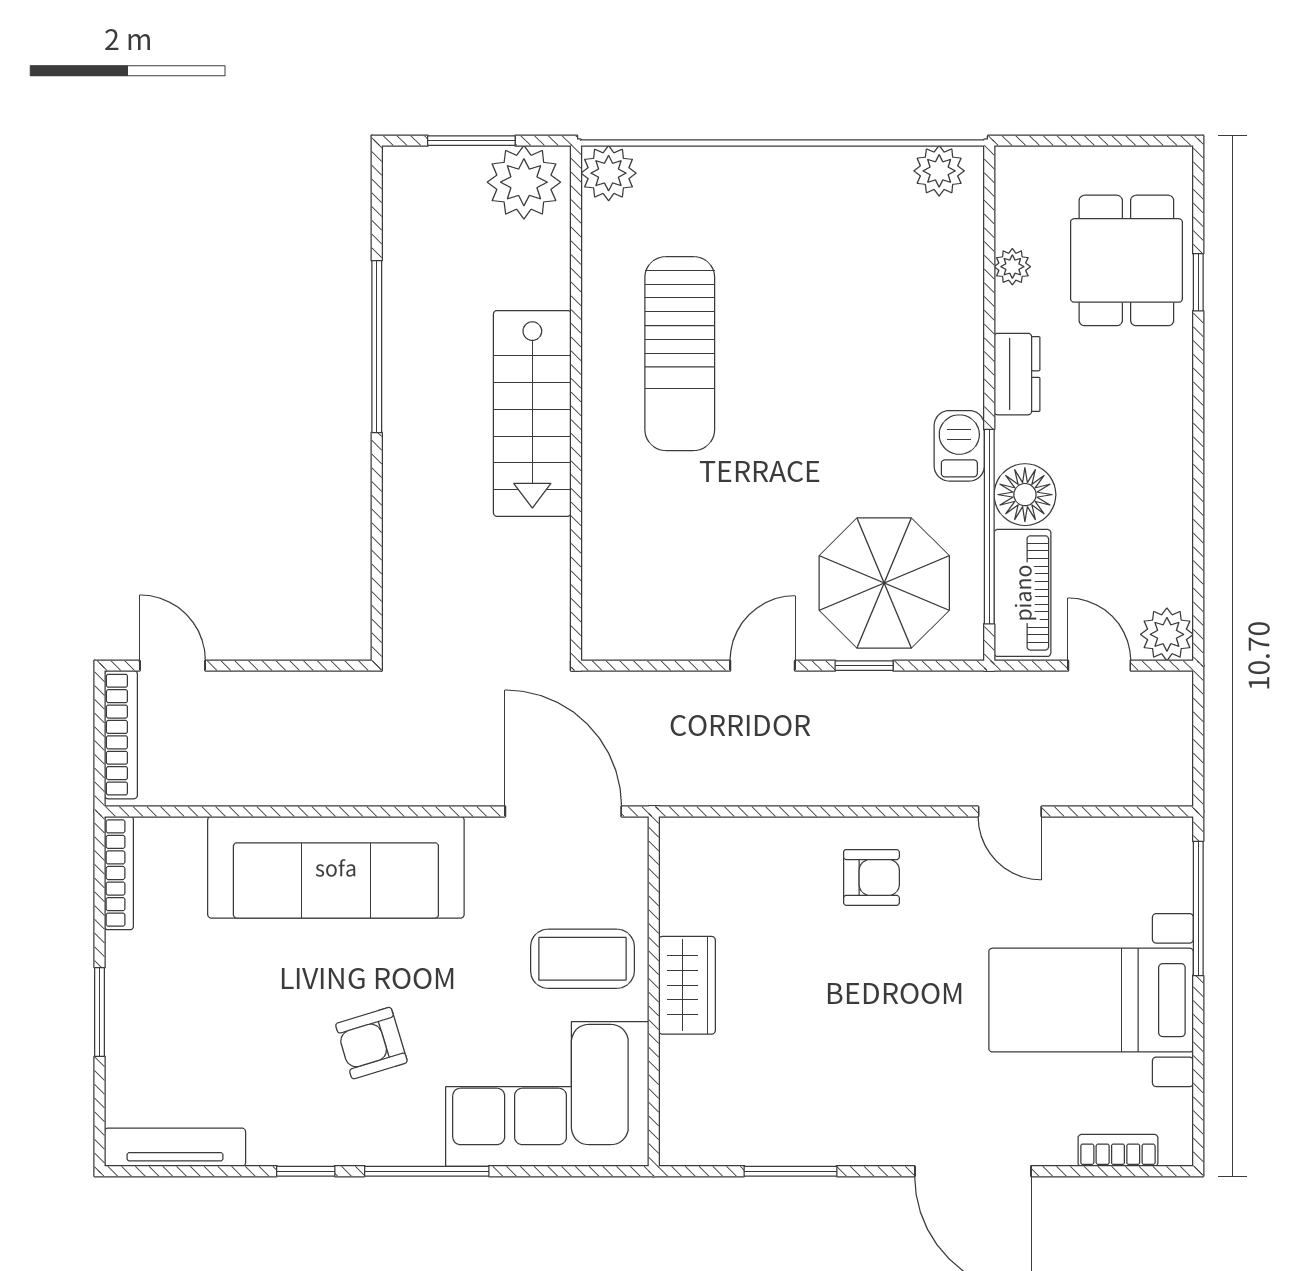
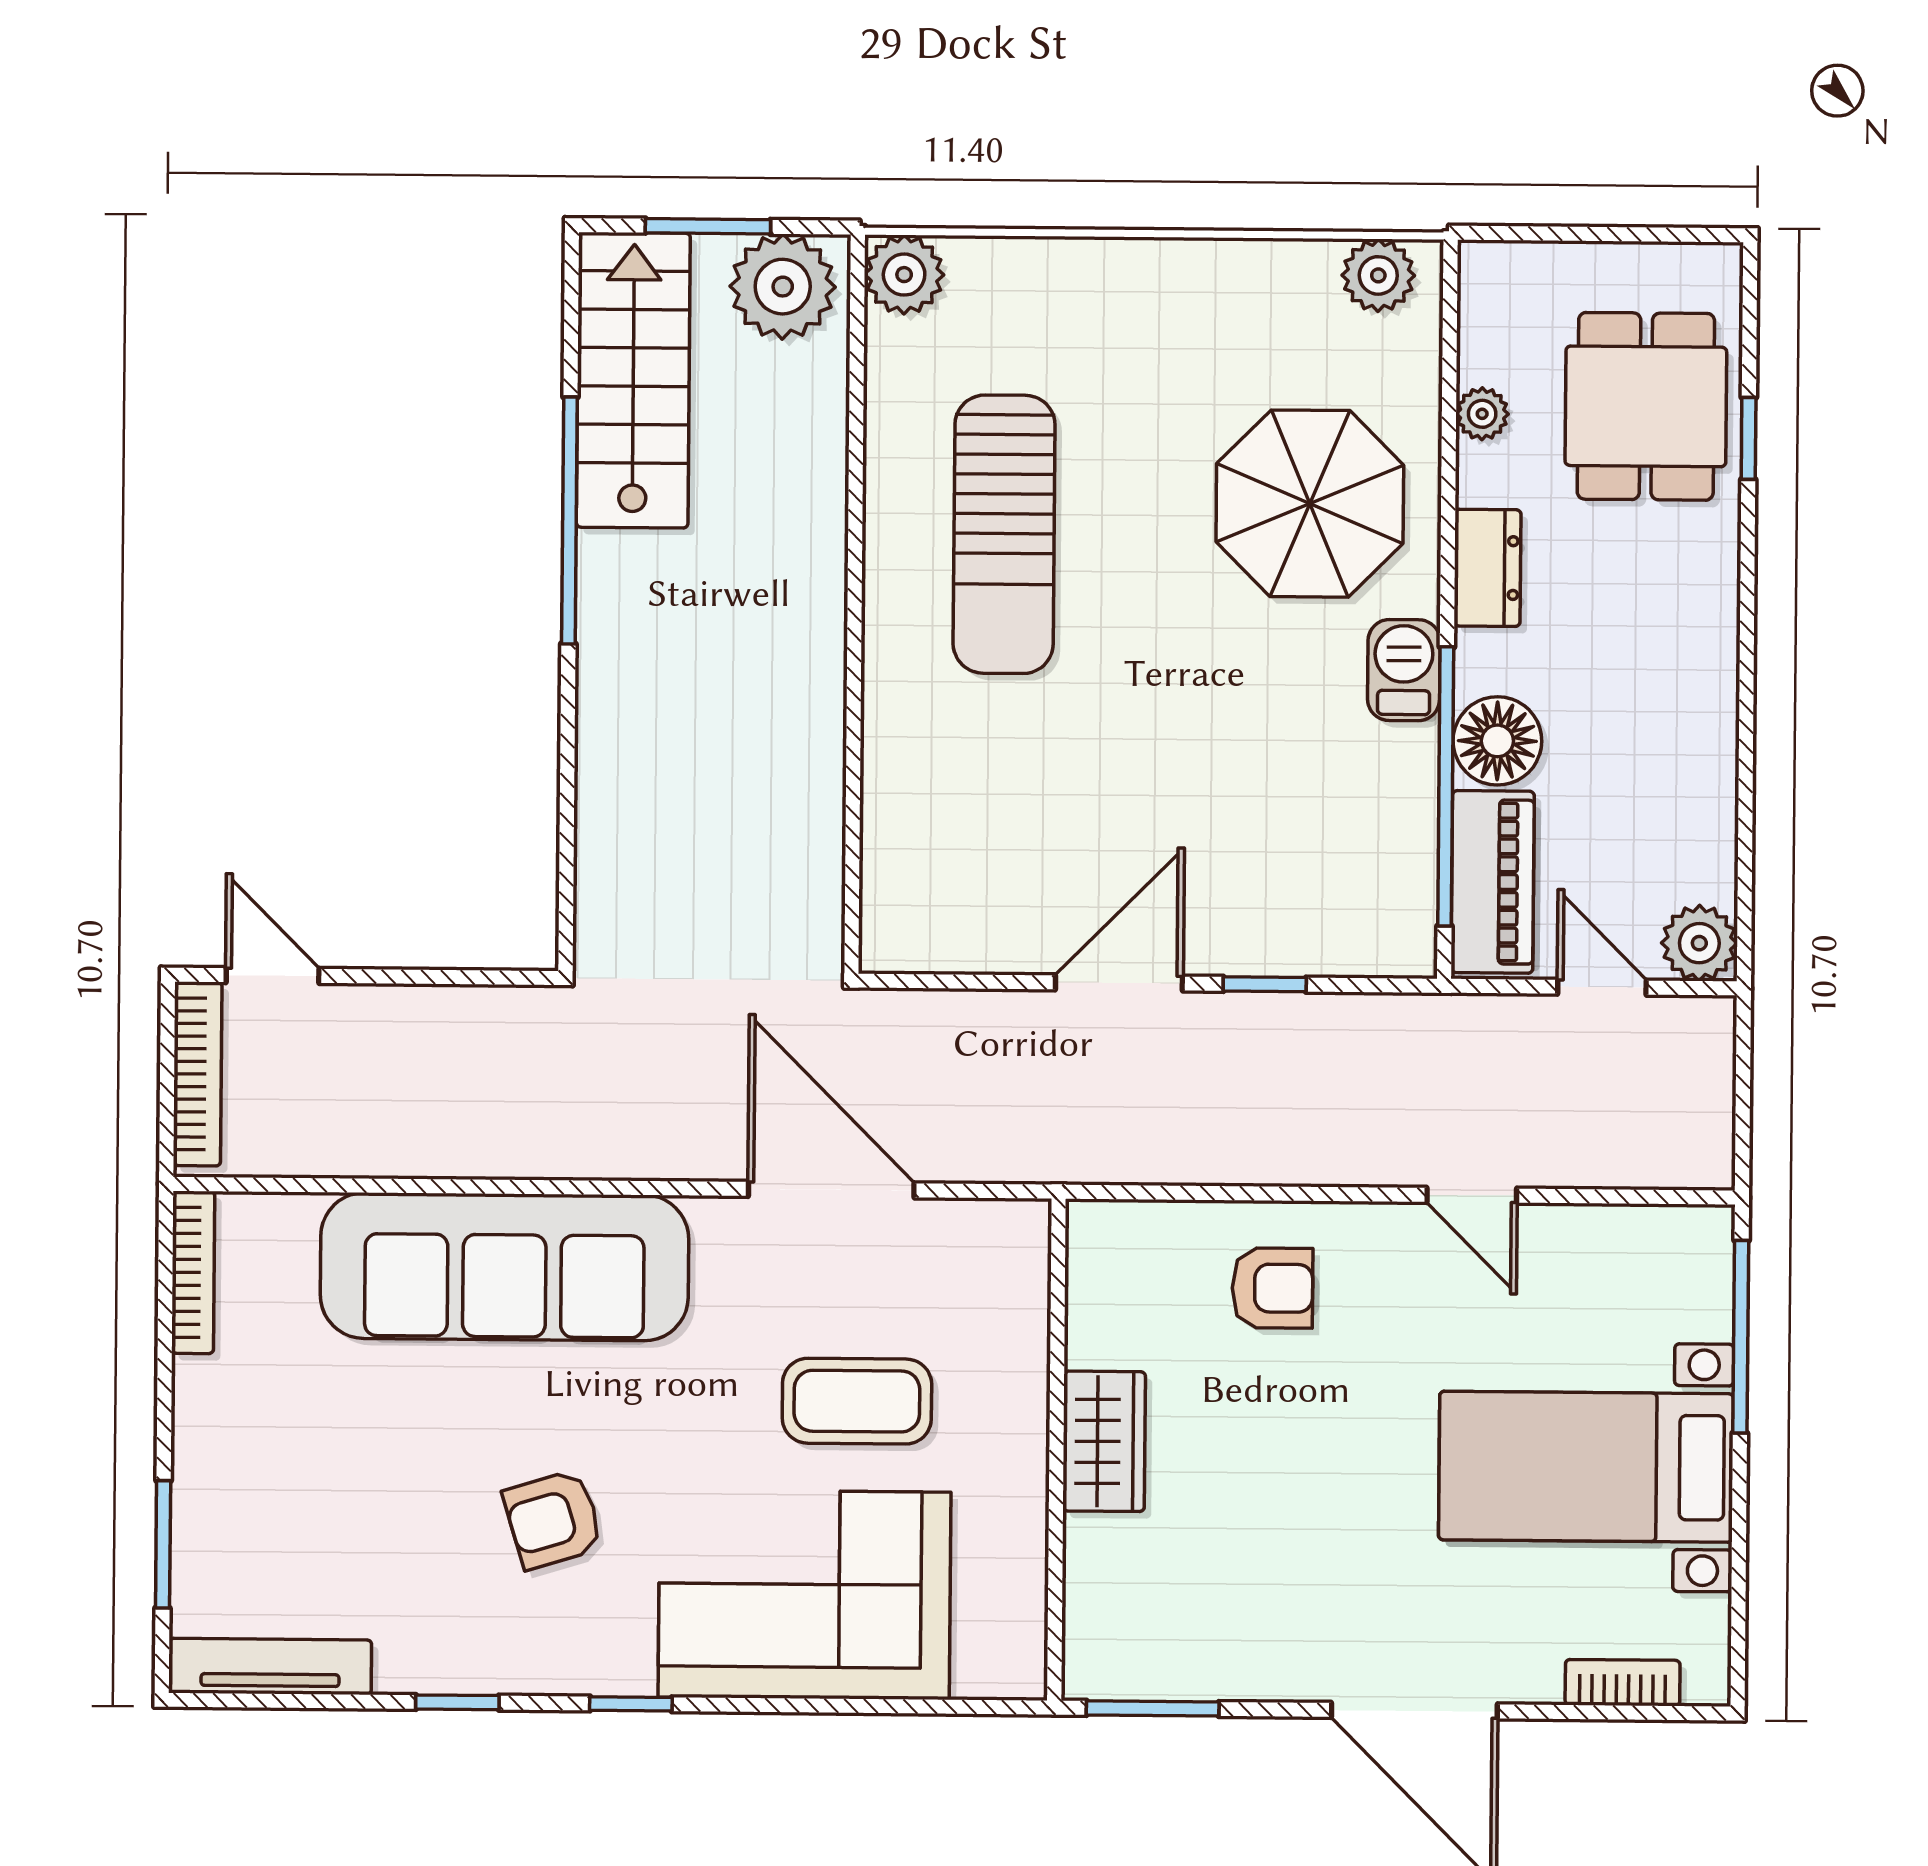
stairs: (532, 413) -> (633, 380), moved, turned 180
parasol: (884, 583) -> (1310, 504), moved
door: (763, 666) -> (1119, 983), width x1.38
wardrobe: (687, 985) -> (1104, 1441), moved
wall: (654, 991) -> (1056, 1450), moved
window: (100, 1012) -> (163, 1544), moved
window: (427, 1171) -> (631, 1704), width x0.46

